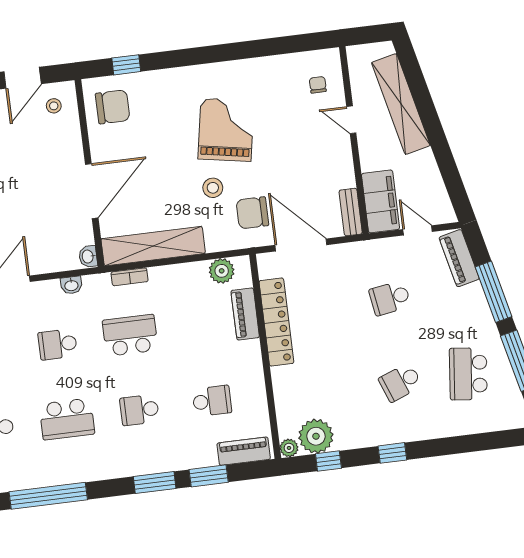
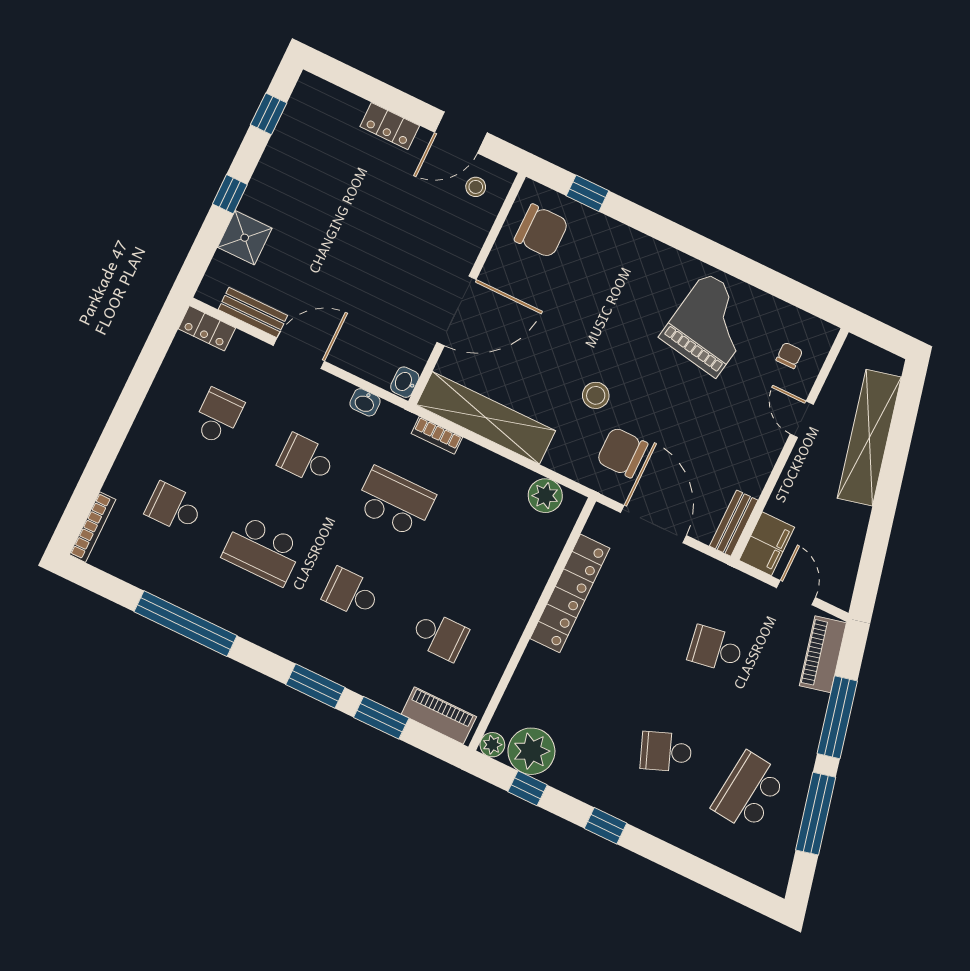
grand piano: (226, 130) -> (711, 325), moved
filing cabinet: (381, 201) -> (767, 544), width x0.67, depth x0.86
piano: (245, 314) -> (540, 561), removed

